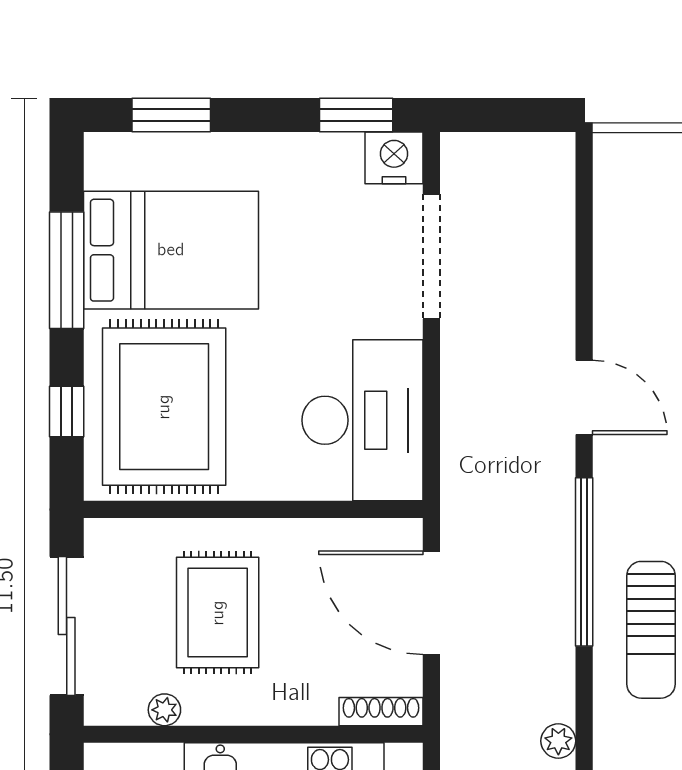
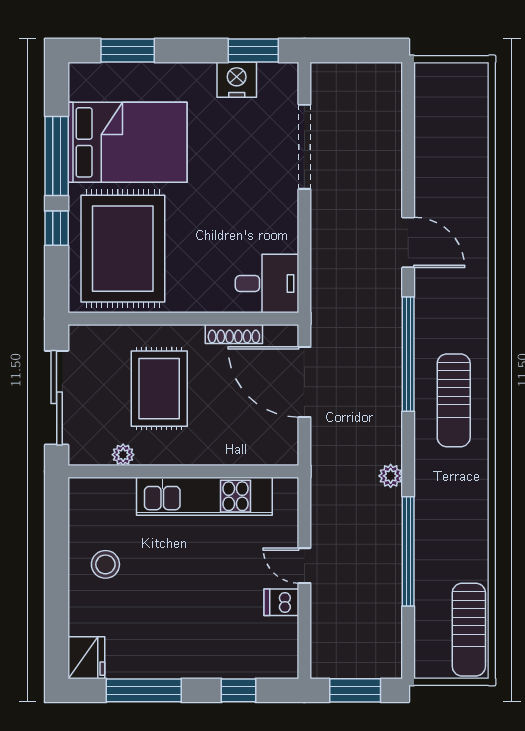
nightstand: (394, 158) -> (237, 80), moved
window: (67, 412) -> (57, 228), moved
desk: (362, 420) -> (267, 283), width x0.53, depth x0.77
shoe rack: (381, 712) -> (234, 334), moved, turned 180

